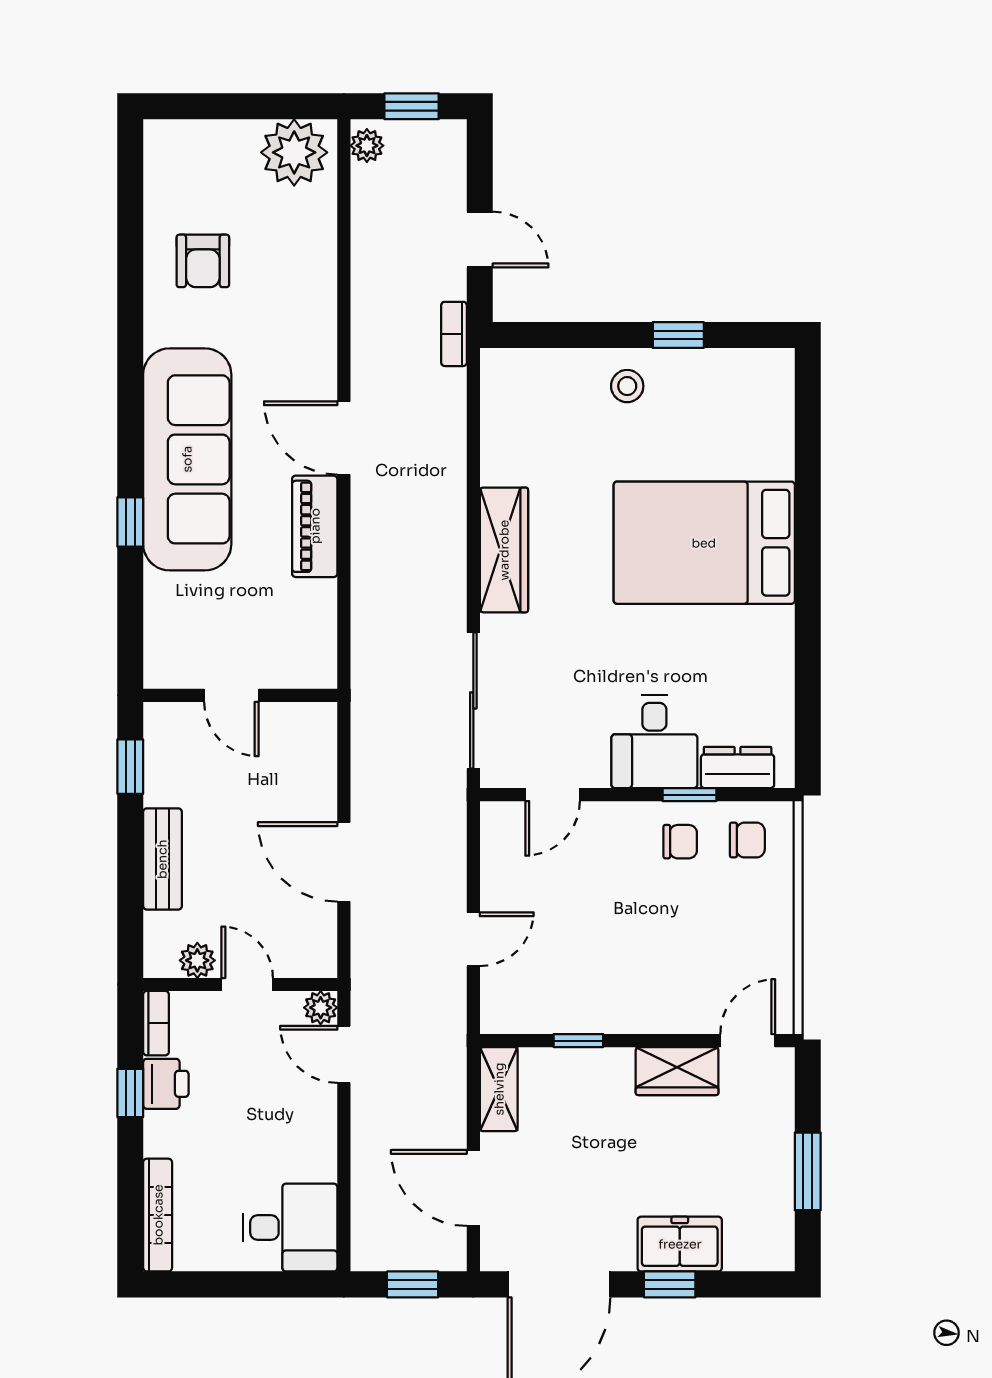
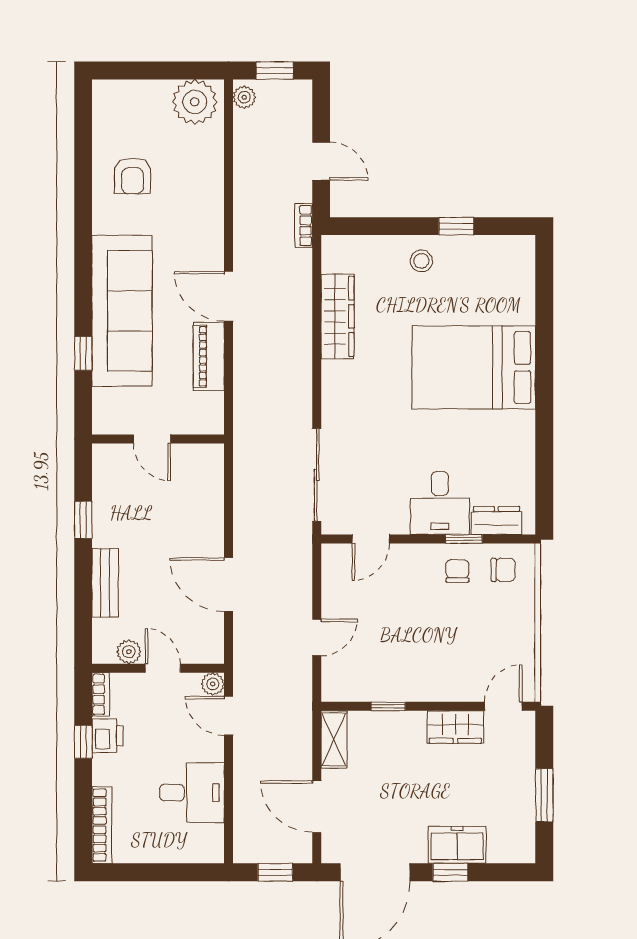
wardrobe: (504, 550) -> (338, 316), moved
door: (231, 695) -> (152, 439), moved
wall: (240, 695) -> (158, 439), moved
chair: (680, 842) -> (457, 571), turned -90
desk: (290, 1228) -> (192, 793), moved

